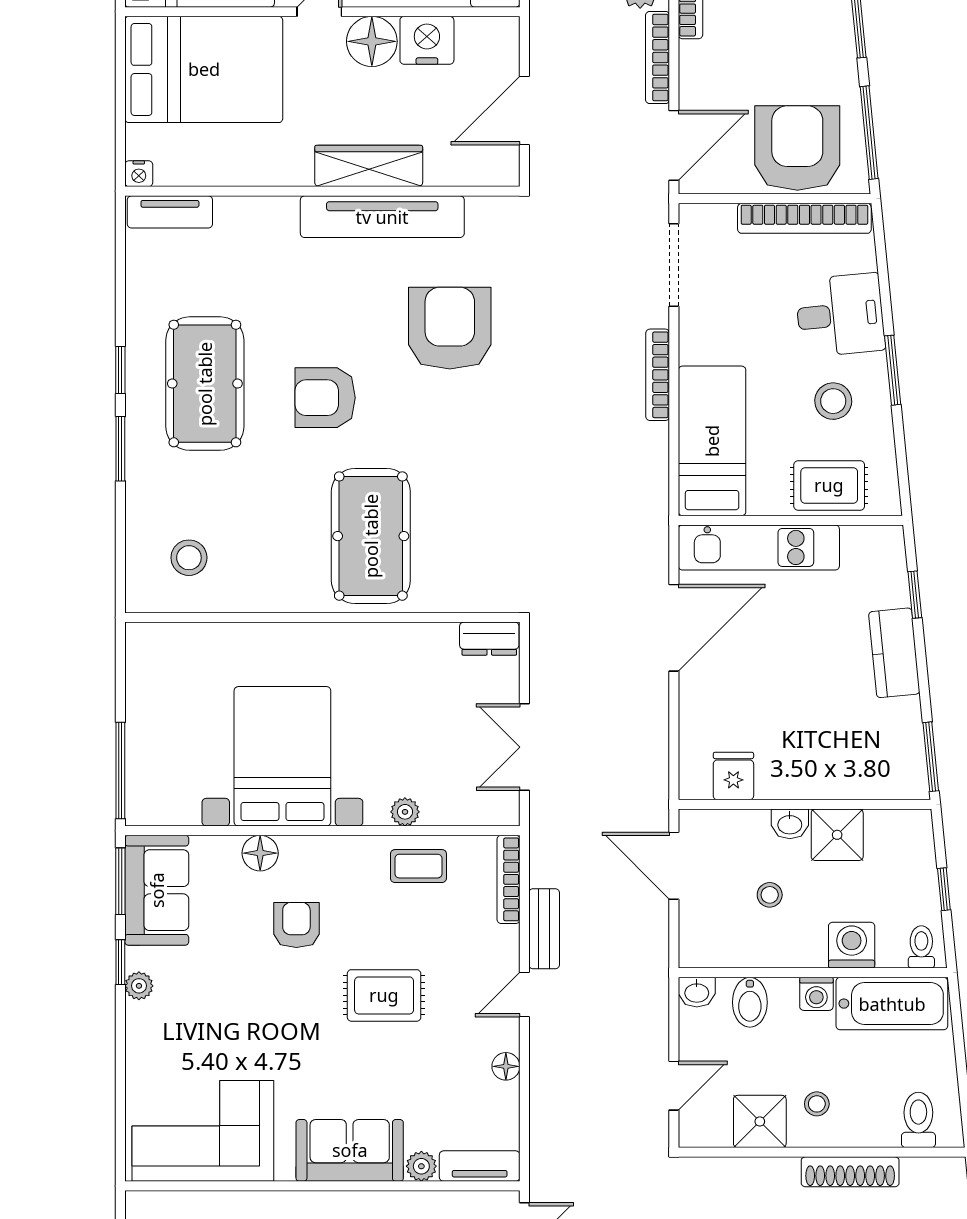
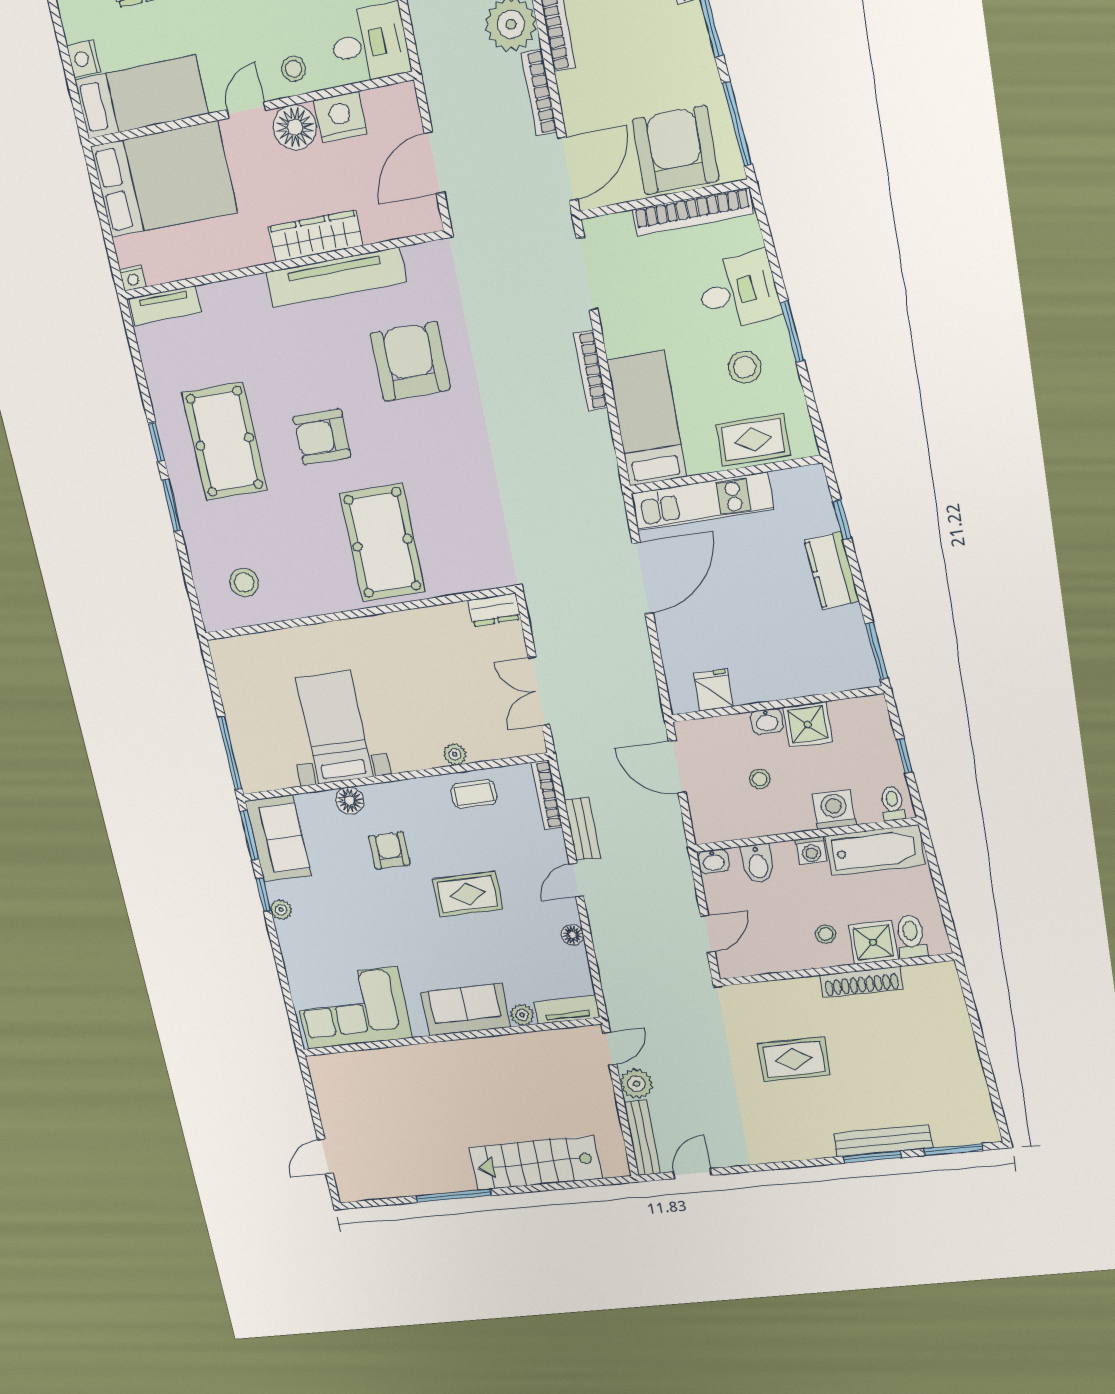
bed with nightstands: (282, 756) -> (334, 728), width x0.73
shower: (760, 1121) -> (873, 942), moved

